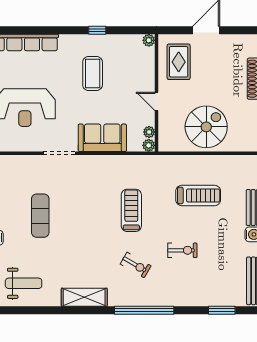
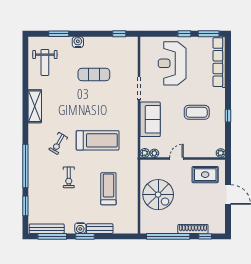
treadmill: (198, 195) -> (108, 189), turned 180
treadmill: (131, 210) -> (98, 140), width x1.37, depth x1.38
window: (144, 310) -> (25, 166), moved

